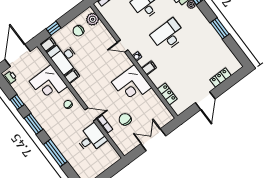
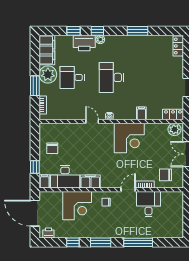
plant: (93, 19) -> (174, 129), moved
door: (123, 46) -> (92, 121), swing flipped
filing cabinet: (149, 68) -> (141, 113), moved
filing cabinet: (72, 76) -> (90, 182), width x2.00
locker: (221, 78) -> (178, 46), moved
locker: (167, 94) -> (173, 115), moved
chair: (125, 119) -> (166, 175), moved

